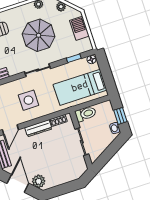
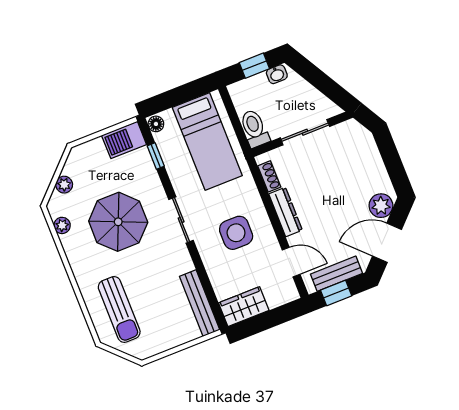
barbecue: (79, 28) -> (124, 140), moved

